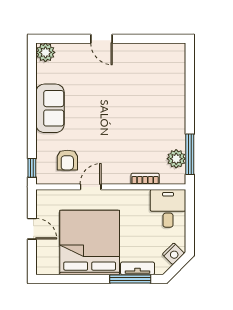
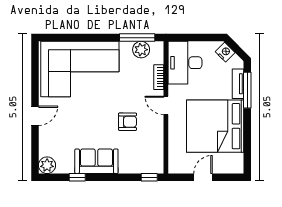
window: (32, 87) -> (77, 177), added
corner sofa: (154, 90) -> (80, 69), added
armchair: (67, 160) -> (128, 122), moved
door: (91, 187) -> (166, 105), moved
desk: (168, 208) -> (185, 63), width x1.37

